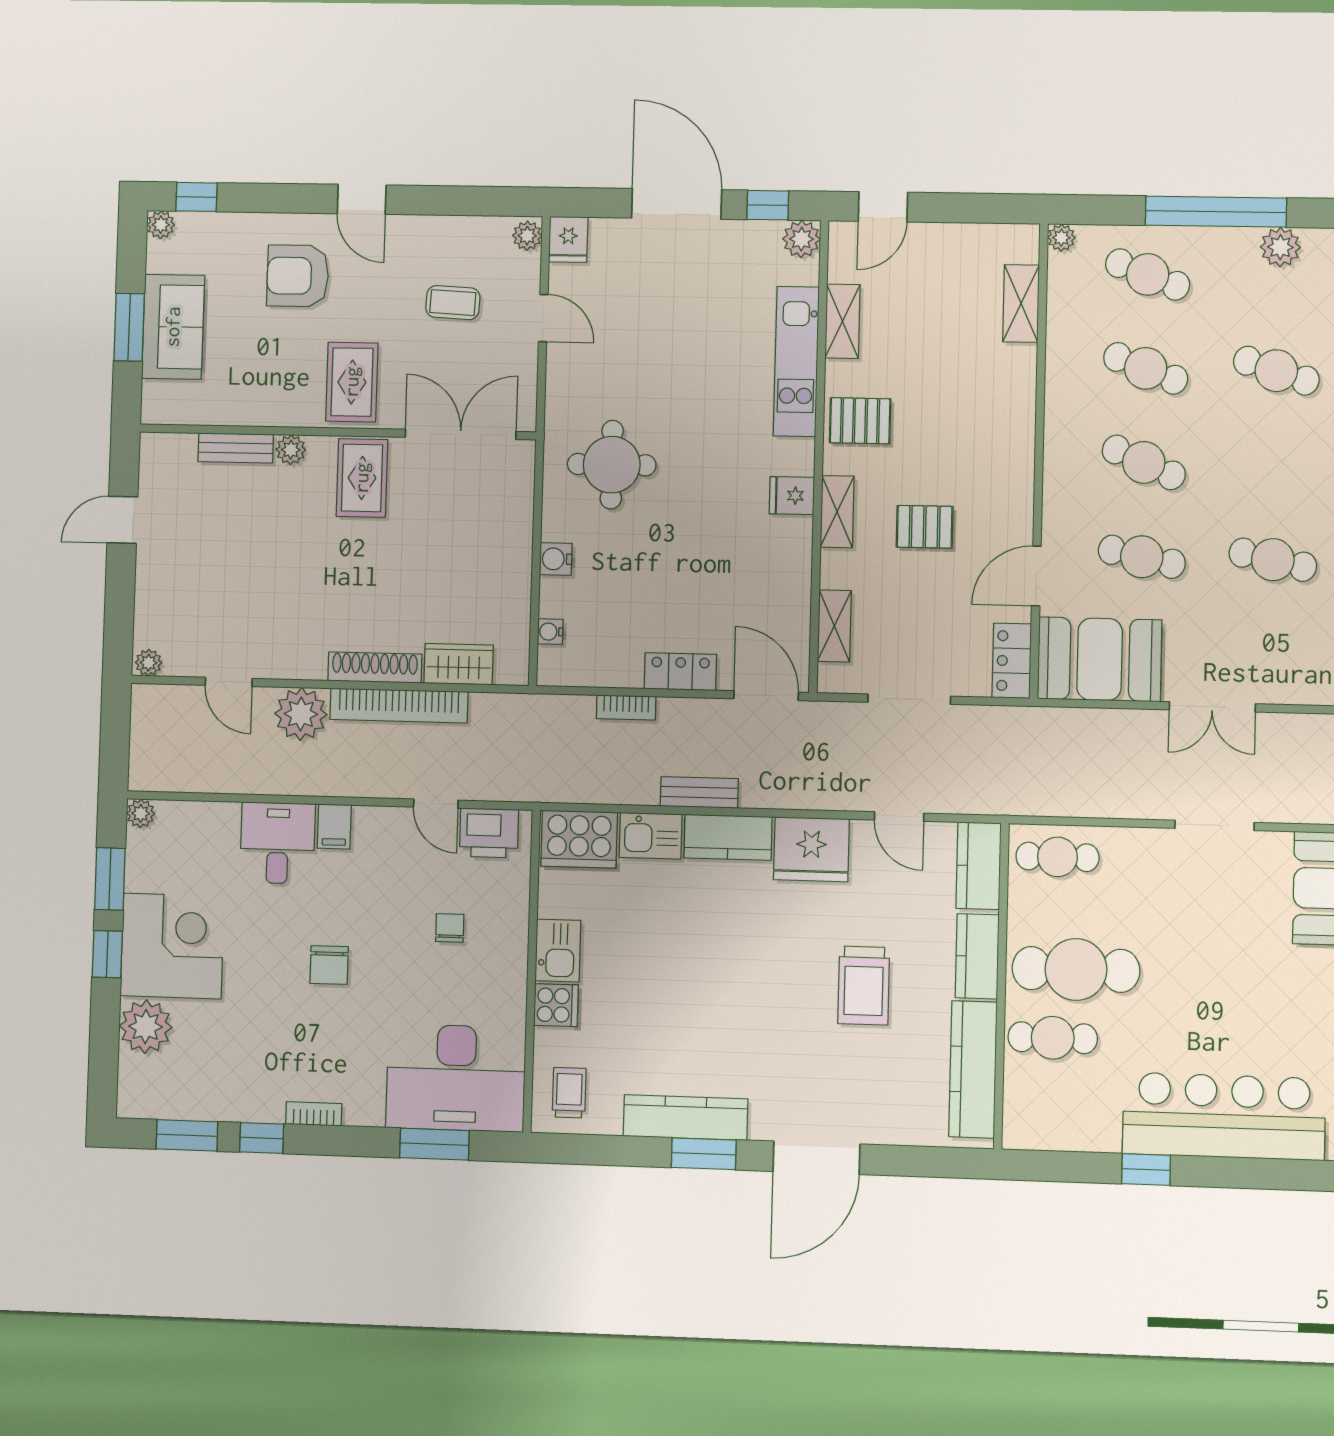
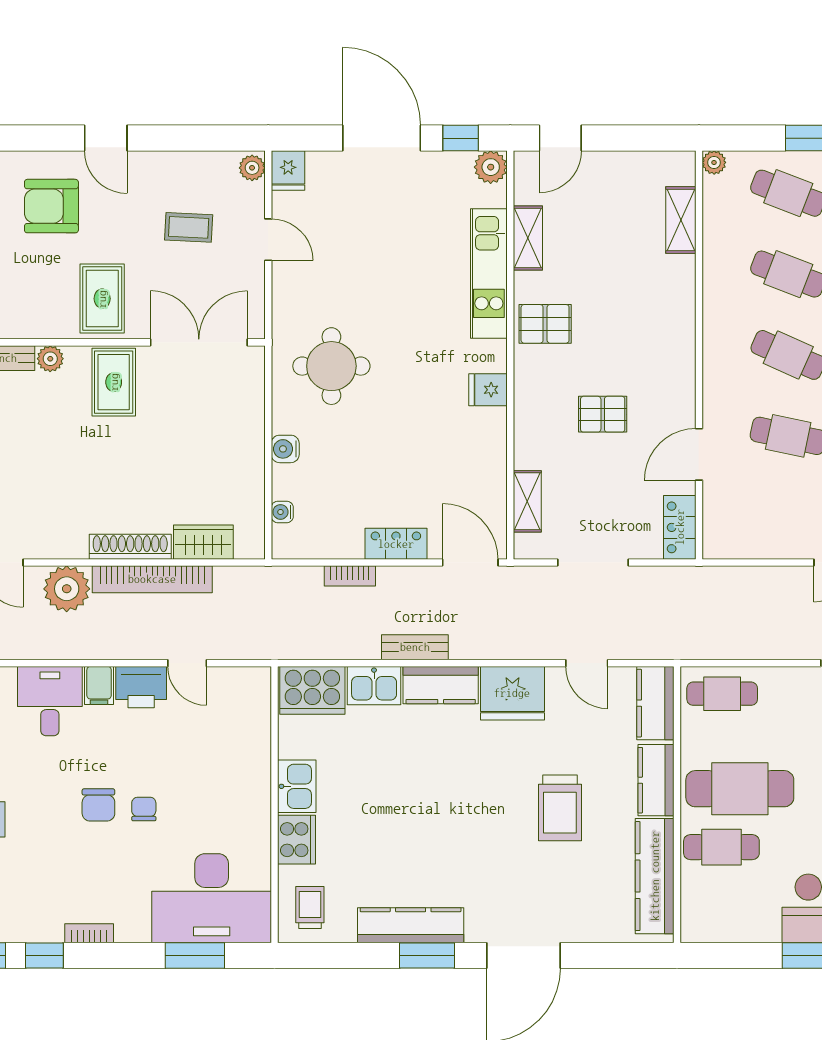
shelving: (837, 512) -> (527, 403), removed
booth: (1100, 659) -> (754, 524), removed
printer: (489, 833) -> (141, 687), moved
chair: (450, 928) -> (144, 809), moved
cooker: (556, 1005) -> (296, 840), width x1.36

